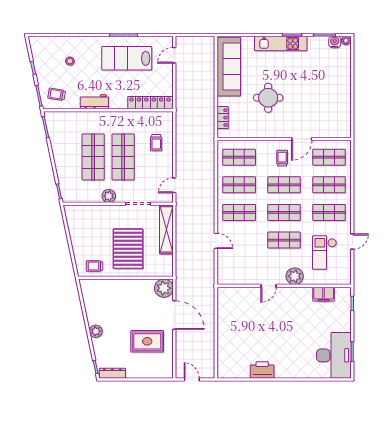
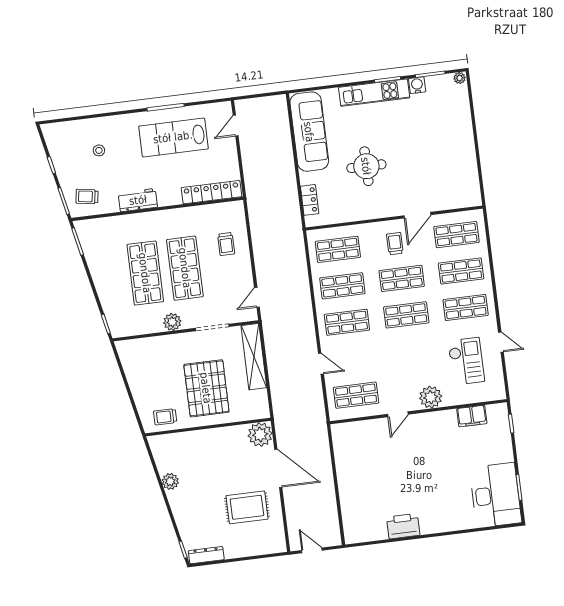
water cooler: (335, 42) -> (417, 85), moved
shop shelf: (284, 240) -> (356, 395), moved
door: (352, 242) -> (501, 342), hinge flipped
checkout: (325, 253) -> (466, 361), turned 180
plant: (96, 331) -> (170, 481), moved

